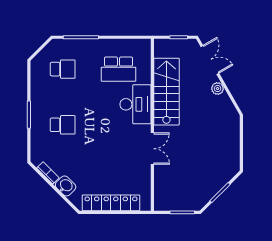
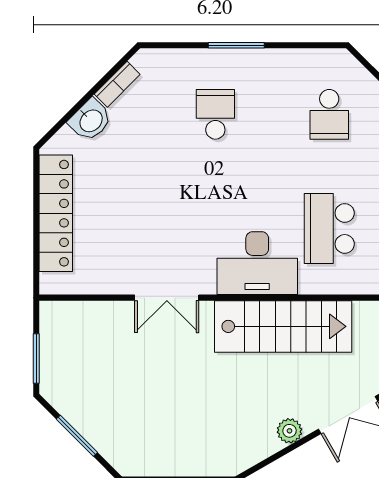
school desk: (63, 125) -> (215, 114), turned 180

